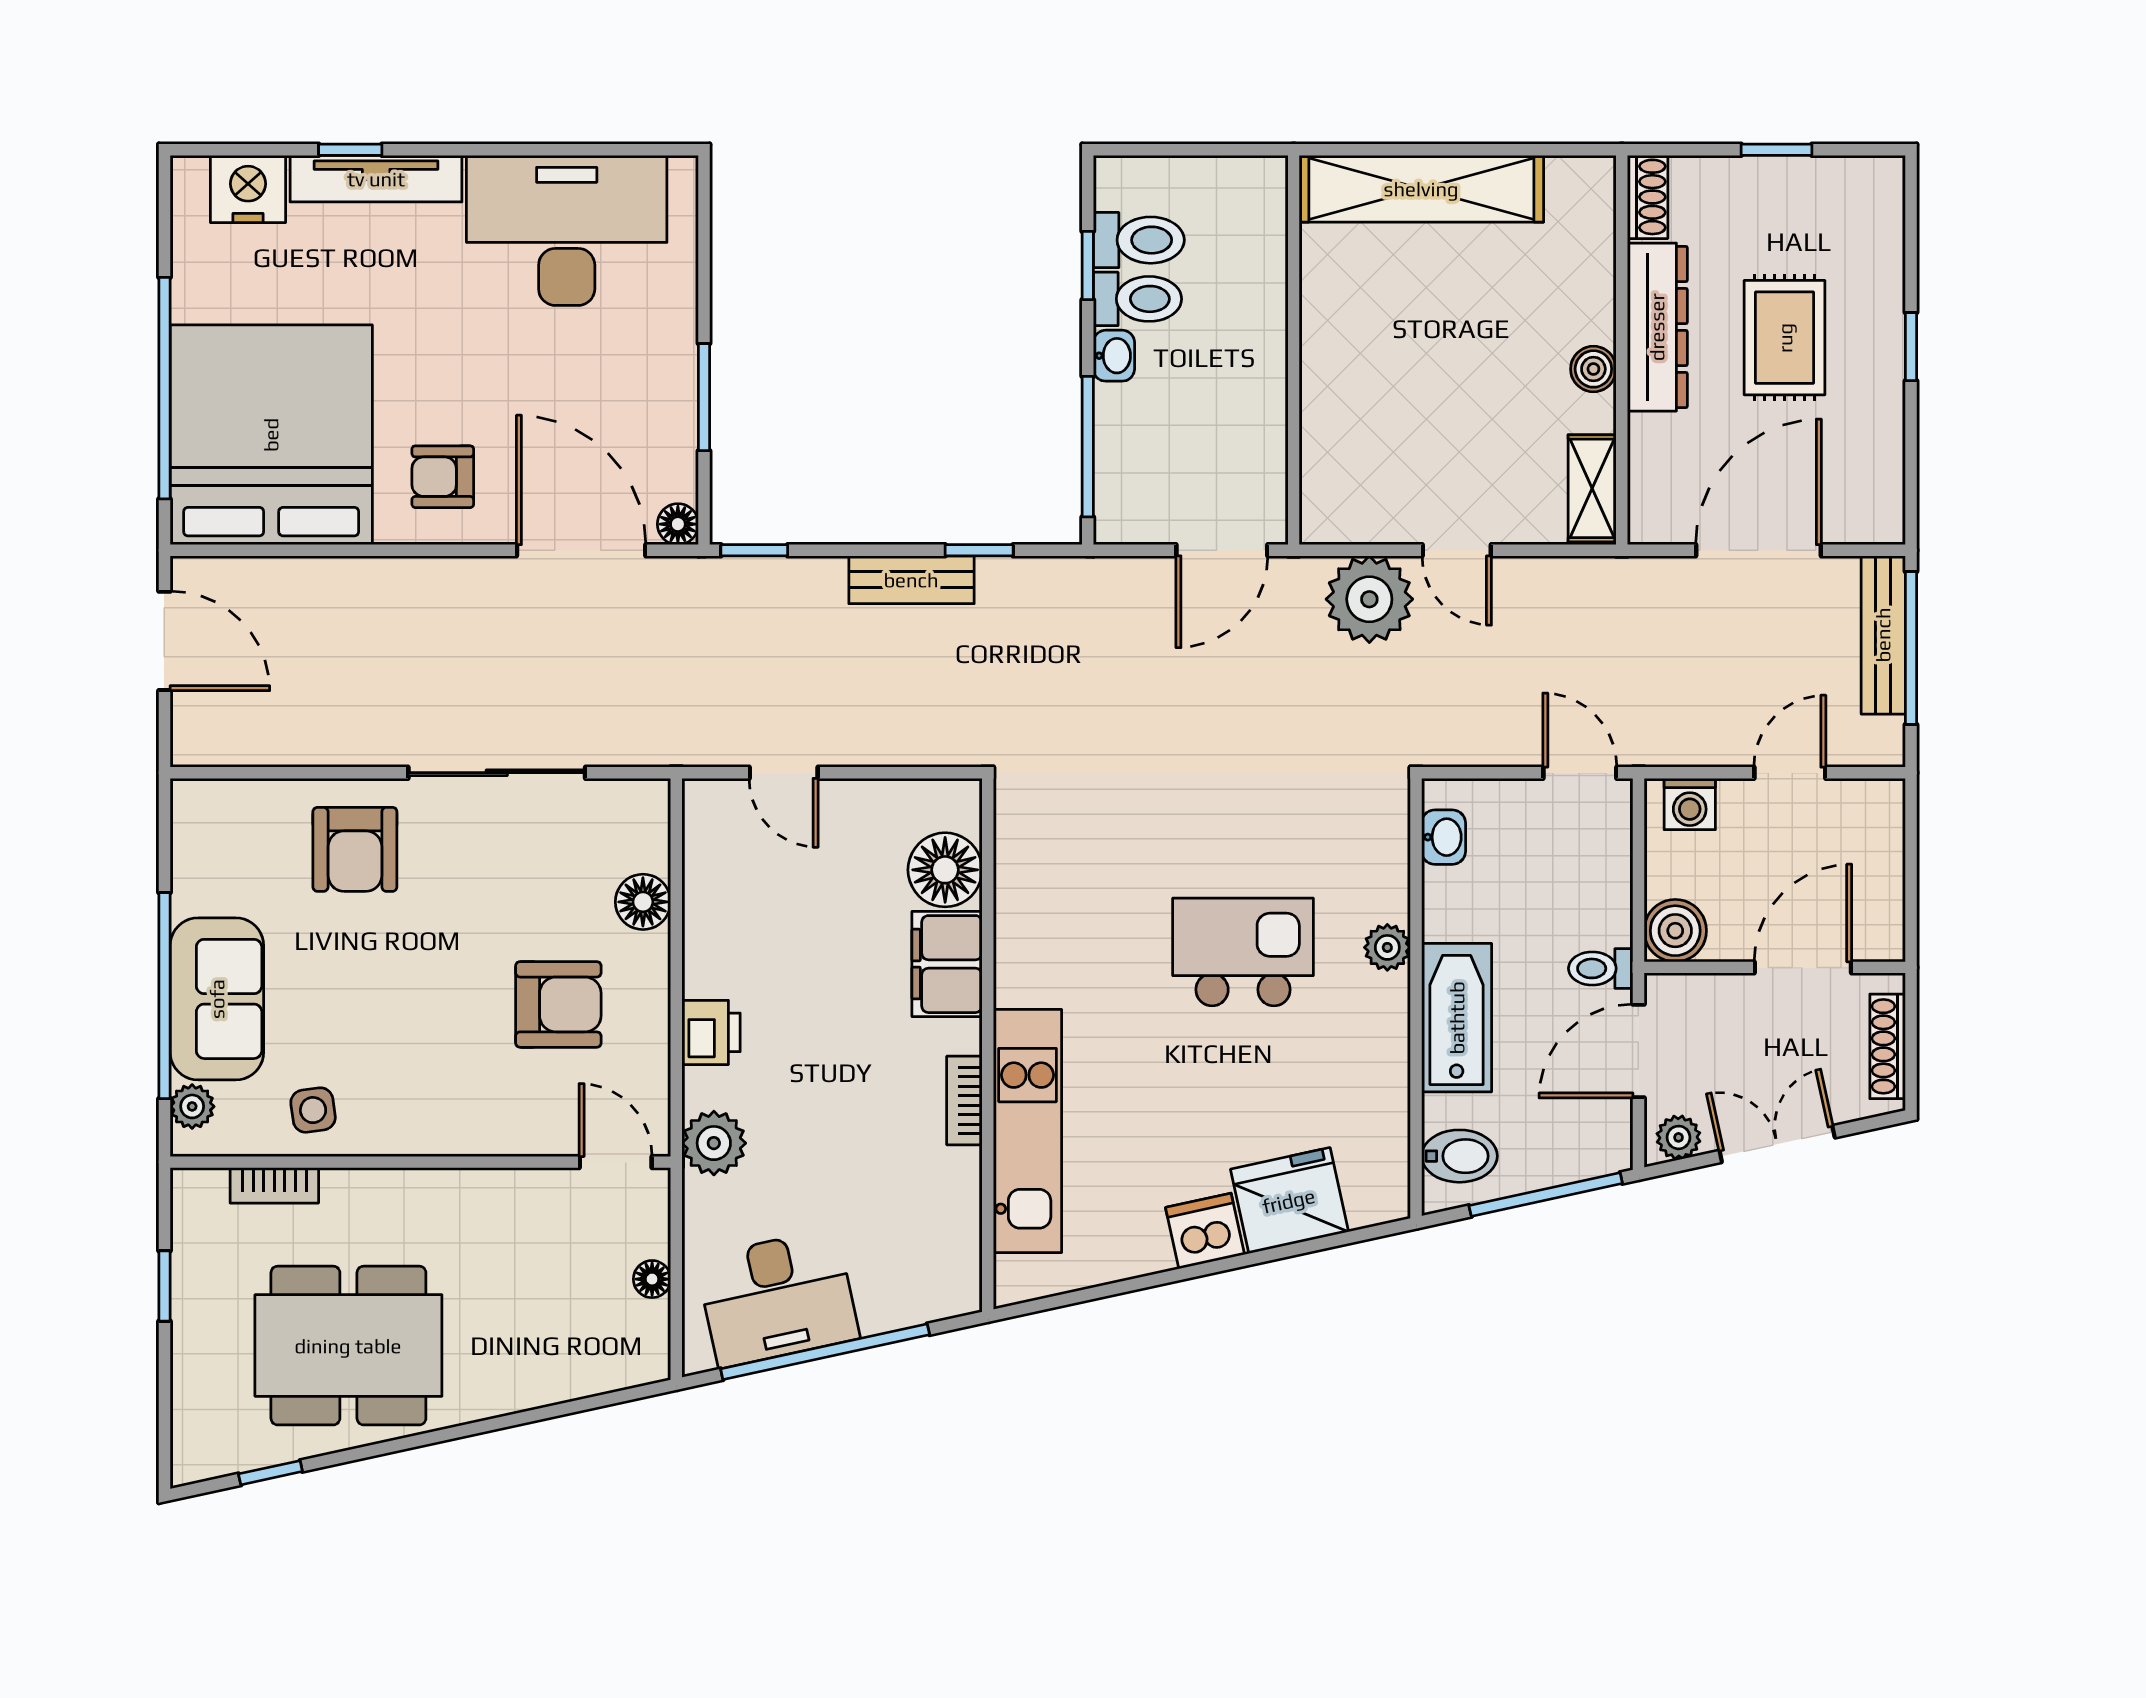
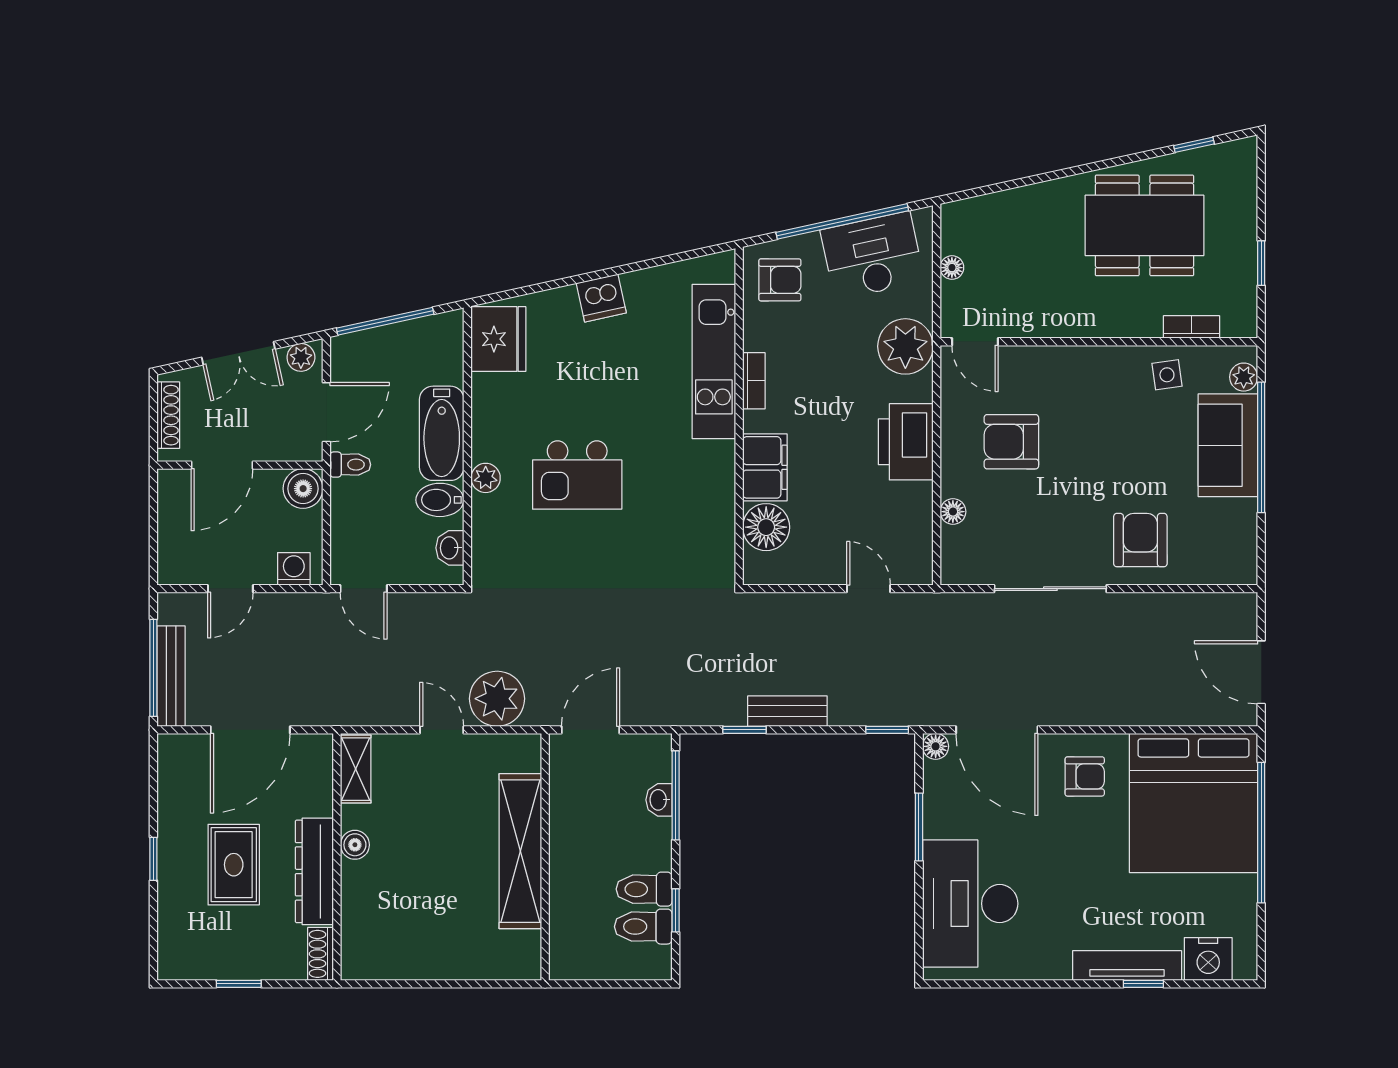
shelving: (1421, 189) -> (520, 851), moved, turned 90
desk: (567, 230) -> (970, 904), moved, turned 90
washbasin: (1114, 356) -> (659, 800), moved
floor lamp: (643, 902) -> (953, 512), width x0.73, depth x0.73
printer: (711, 1032) -> (906, 442), width x1.87, depth x1.48
plant: (714, 1143) -> (905, 346), width x1.36, depth x1.36
bidet: (1459, 1156) -> (440, 500), moved
fridge: (1289, 1201) -> (498, 339), moved, turned -78
armchair: (923, 1260) -> (780, 280), added

